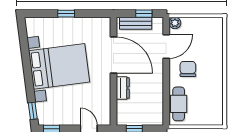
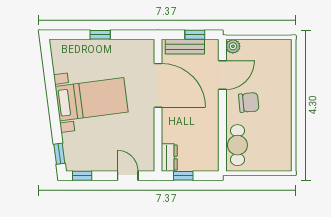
bed with nightstands: (59, 66) -> (92, 99), width x0.73
chair: (188, 69) -> (249, 102), turned 85
dresser: (123, 88) -> (169, 158), moved

